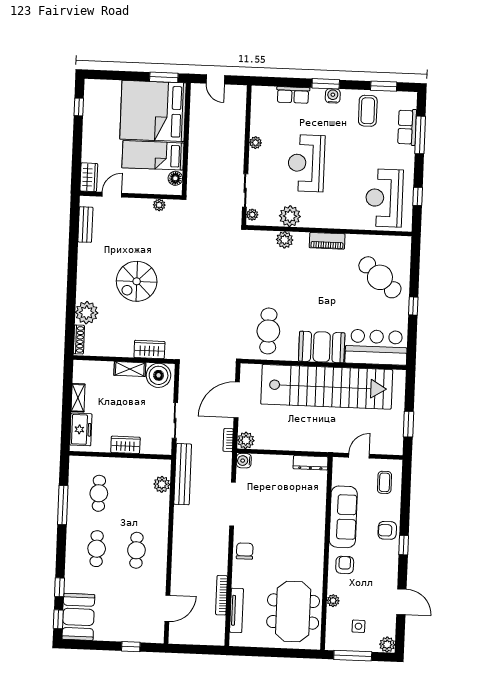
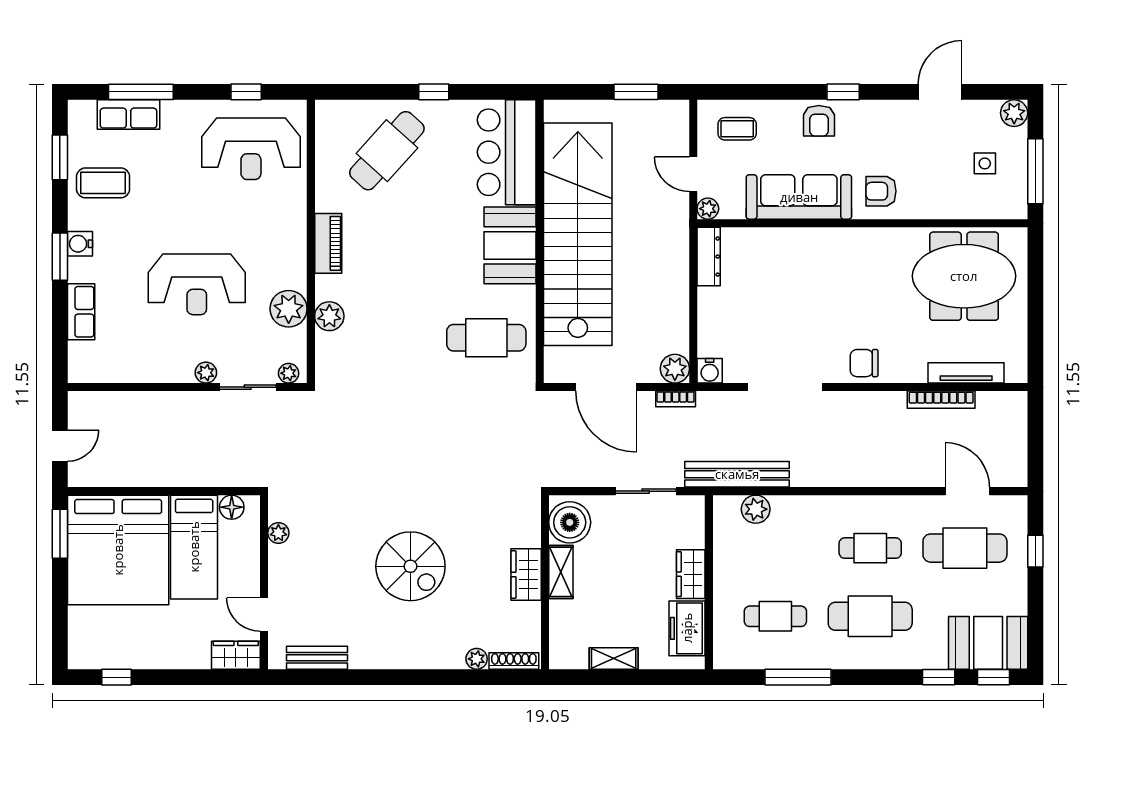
plant: (255, 143) -> (206, 373), moved
plant: (87, 313) -> (477, 659), width x0.53, depth x0.53
wardrobe: (149, 349) -> (526, 575), moved
freezer: (81, 429) -> (687, 628), moved, turned -90
cafe table: (97, 549) -> (870, 616), width x1.37, depth x1.35
plant: (333, 601) -> (708, 209), moved
cafe table: (134, 606) -> (965, 548), added

